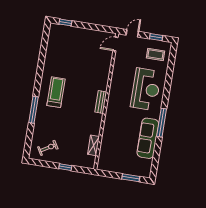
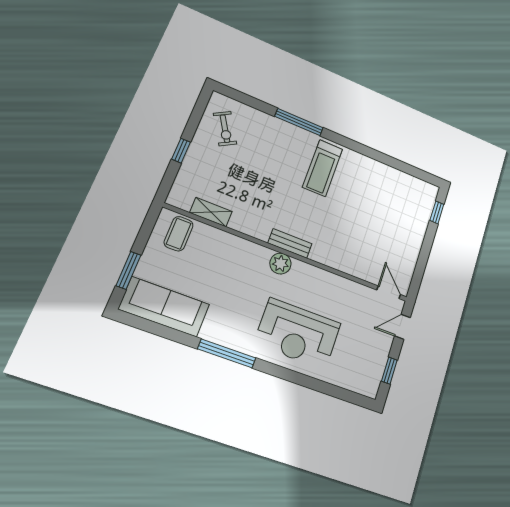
door: (132, 33) -> (402, 327), swing flipped
coffee table: (156, 54) -> (179, 234), moved
treadmill: (56, 92) -> (323, 168), turned 90
plant: (112, 105) -> (280, 264), added
sofa: (148, 138) -> (164, 307), moved

